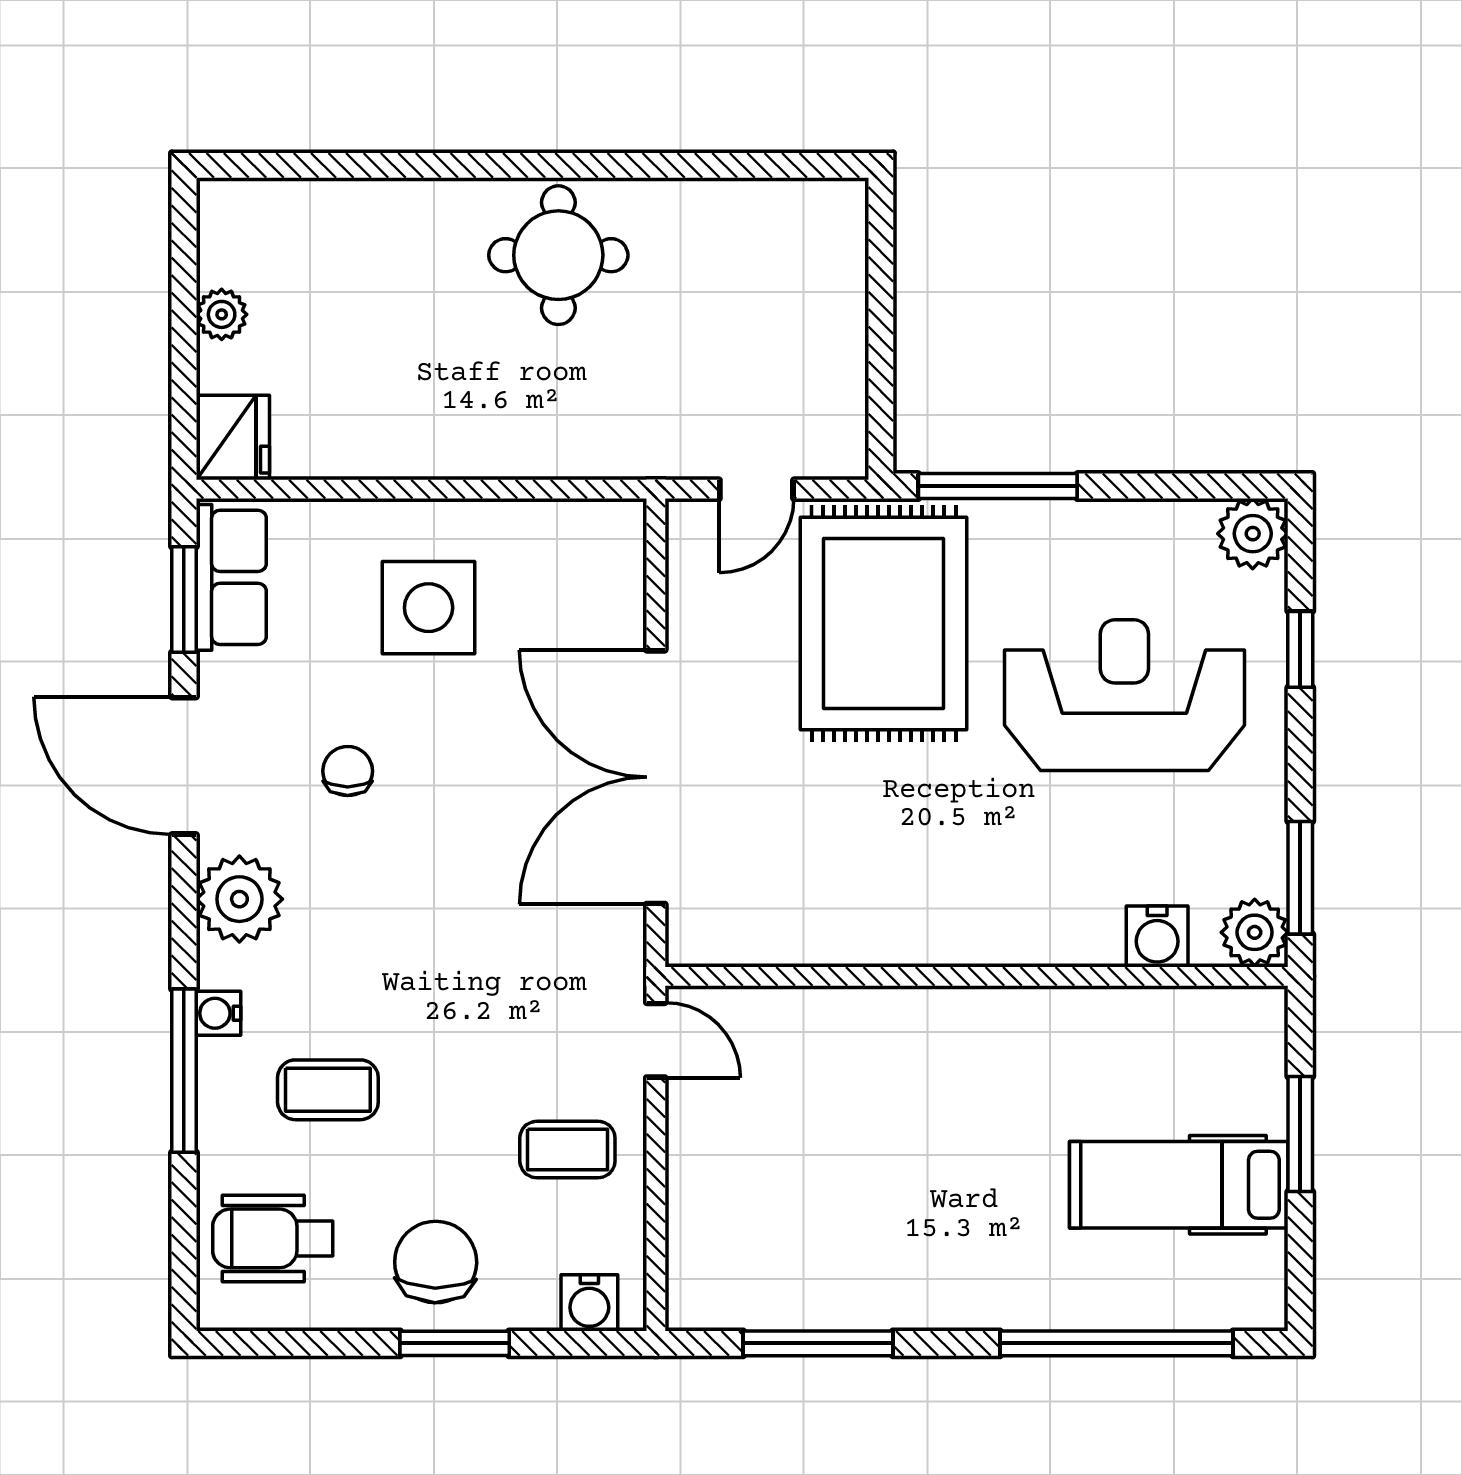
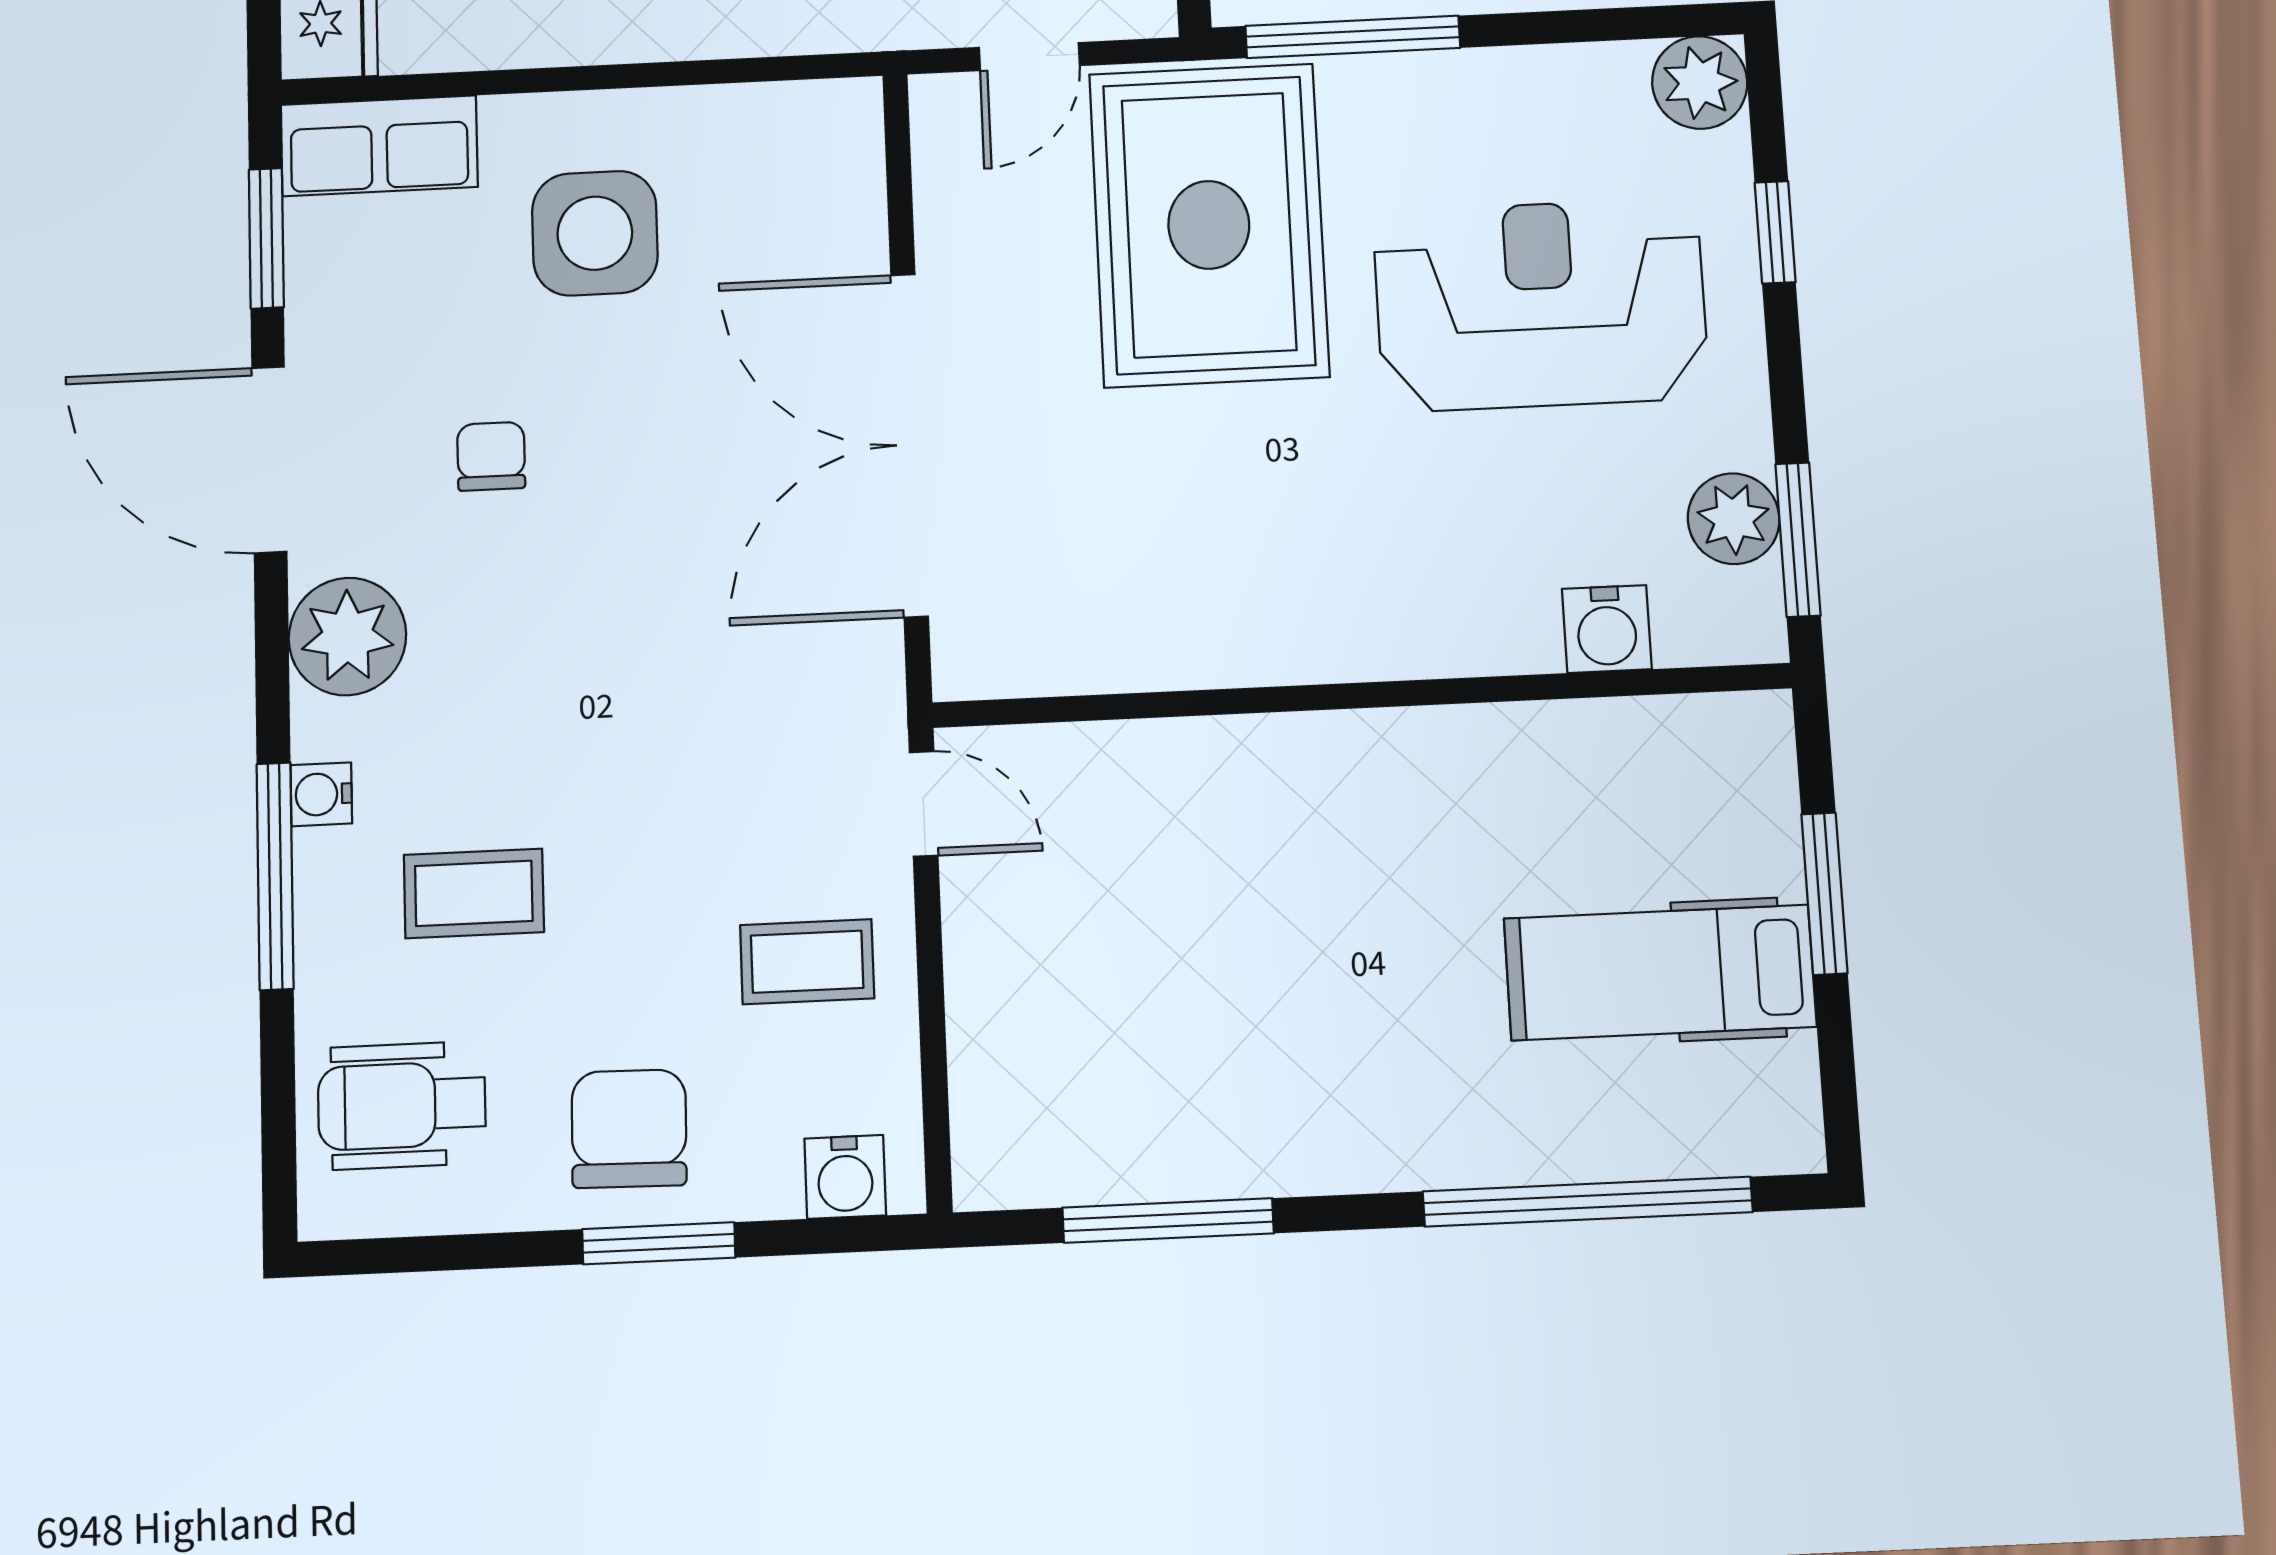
row of seats: (231, 577) -> (379, 146), moved, turned 90
plant: (1255, 932) -> (1734, 519), moved

